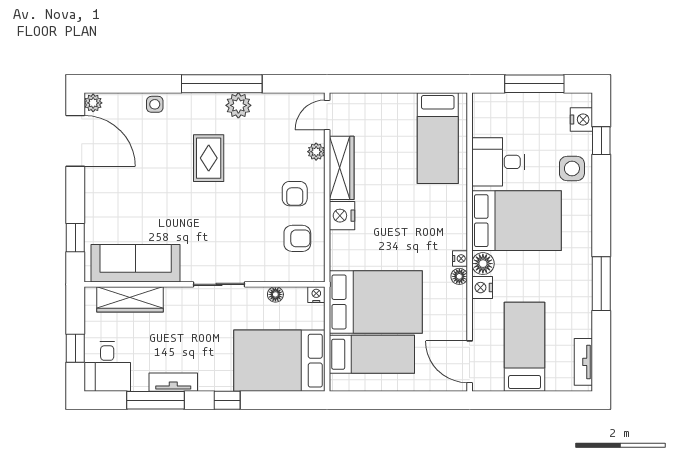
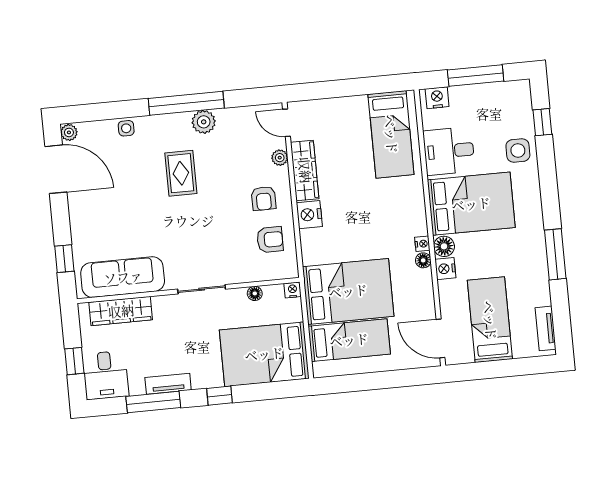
door: (327, 115) -> (286, 123), hinge flipped
nightstand: (581, 119) -> (437, 98), moved, turned -90

